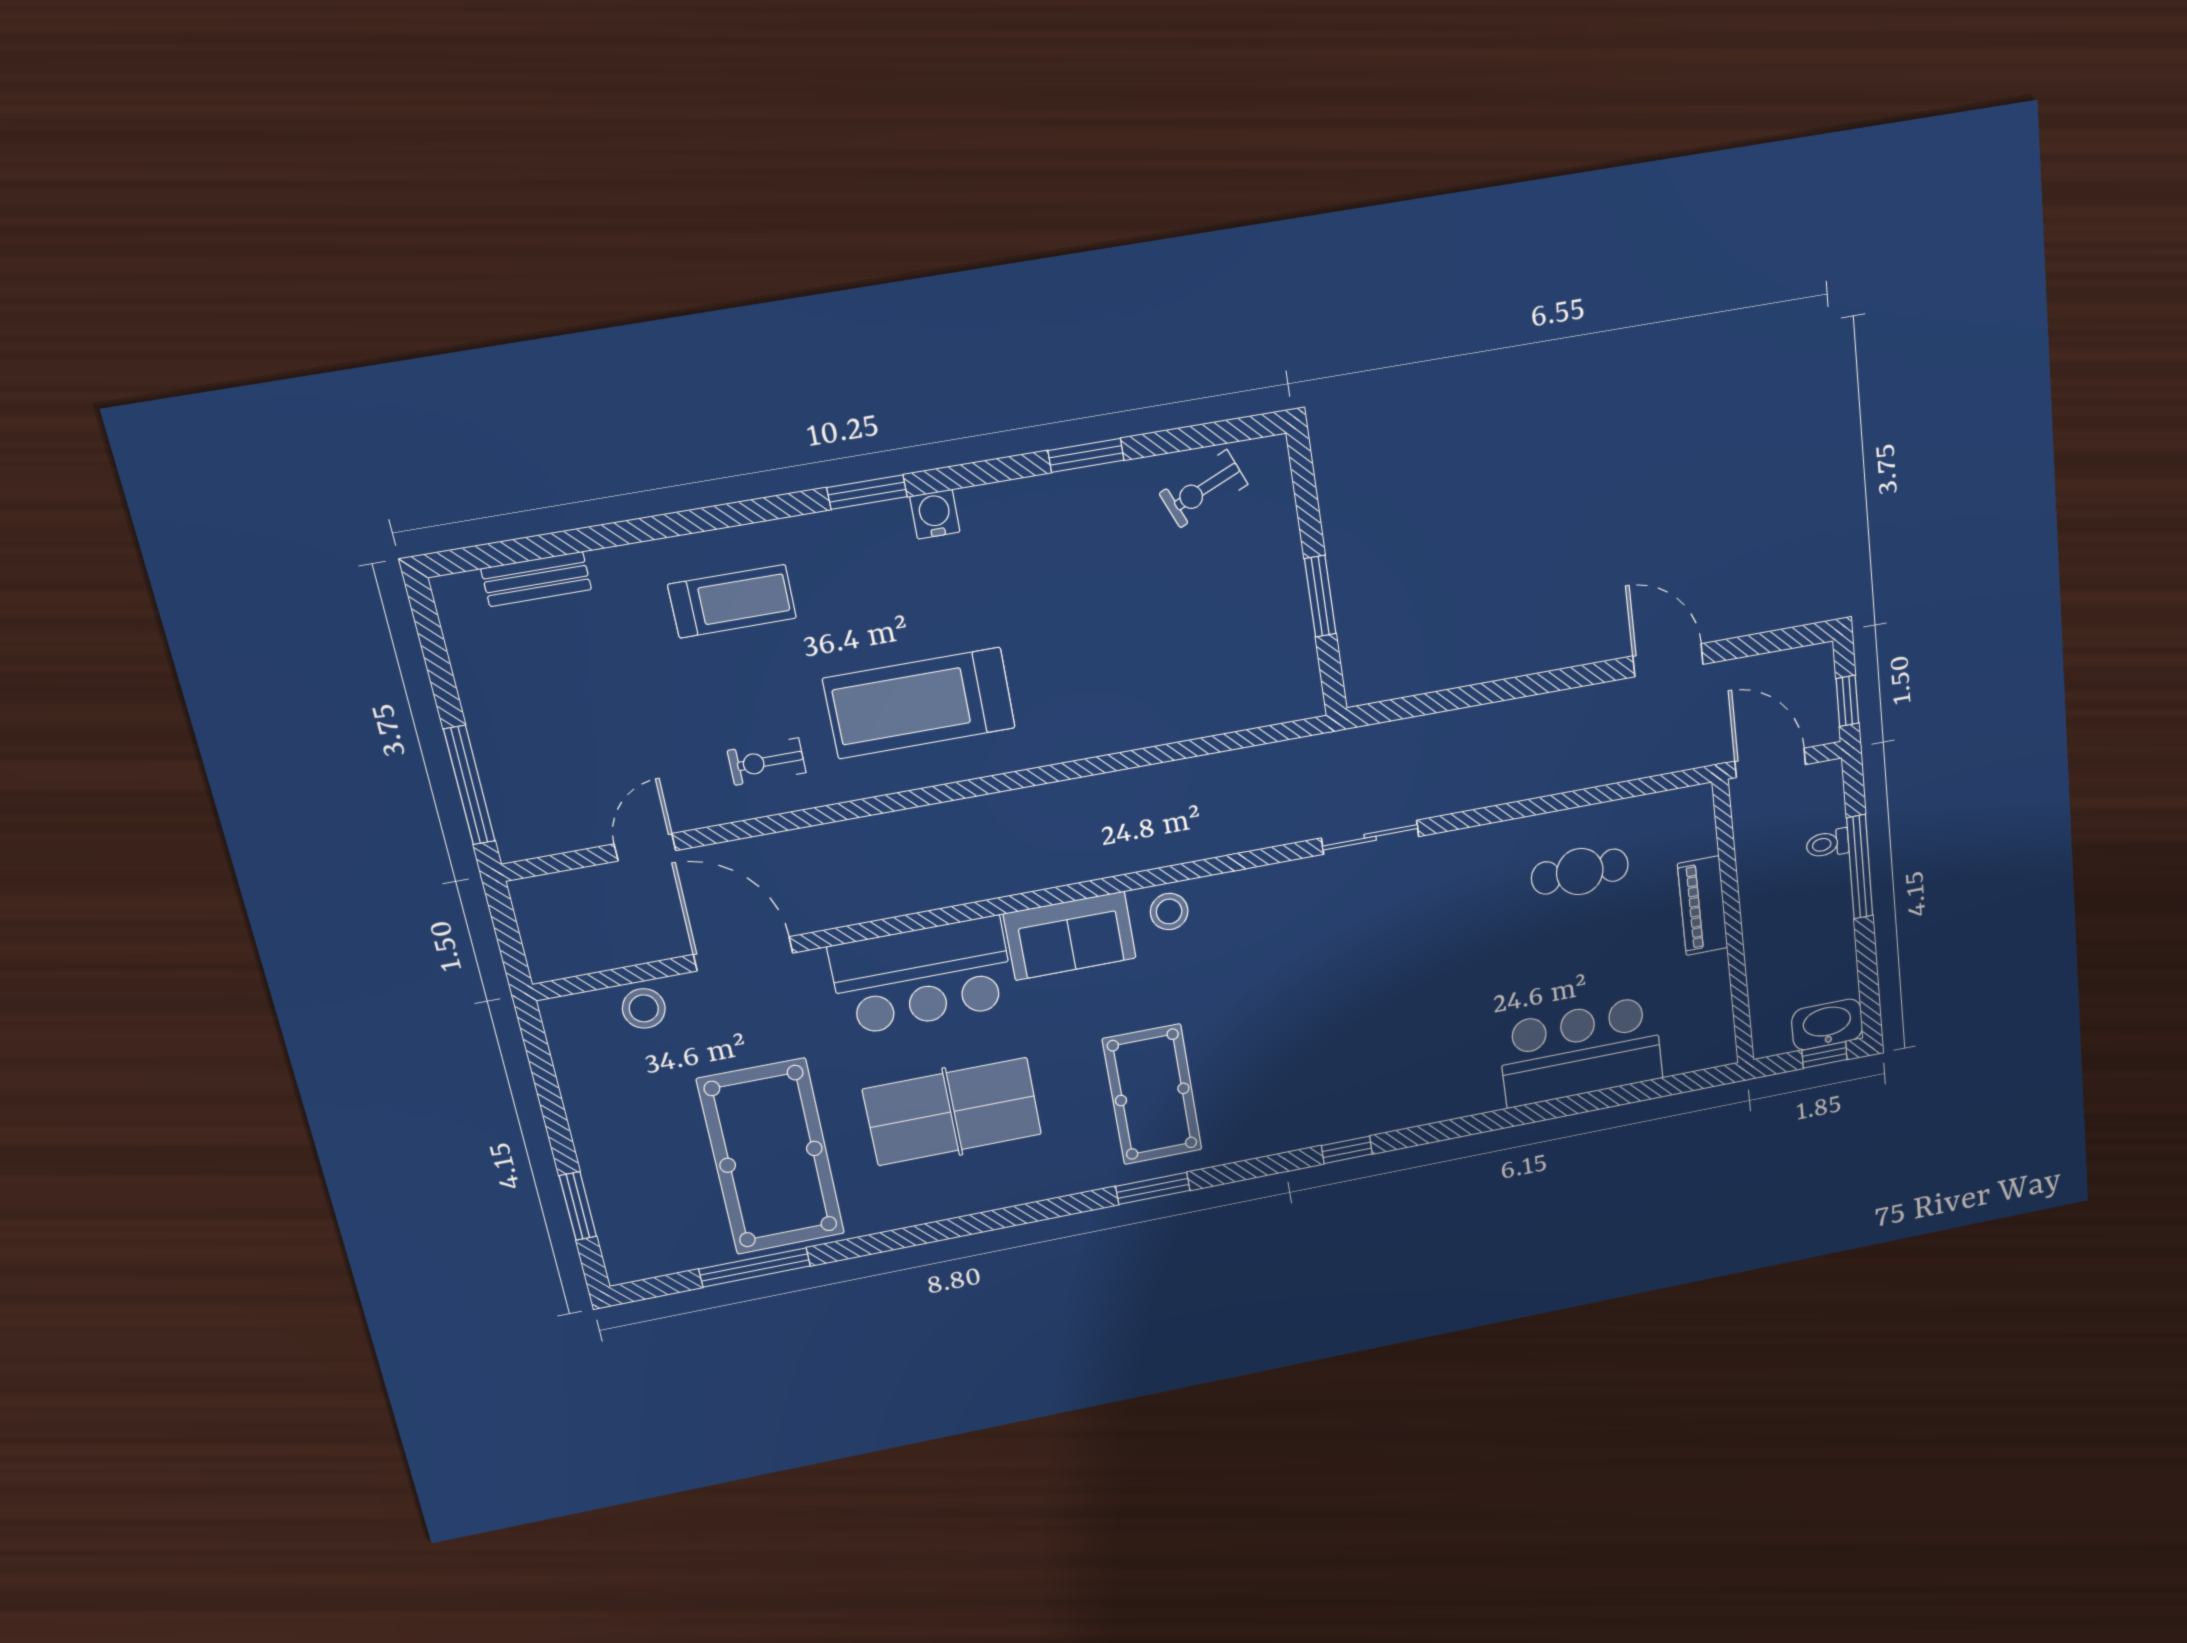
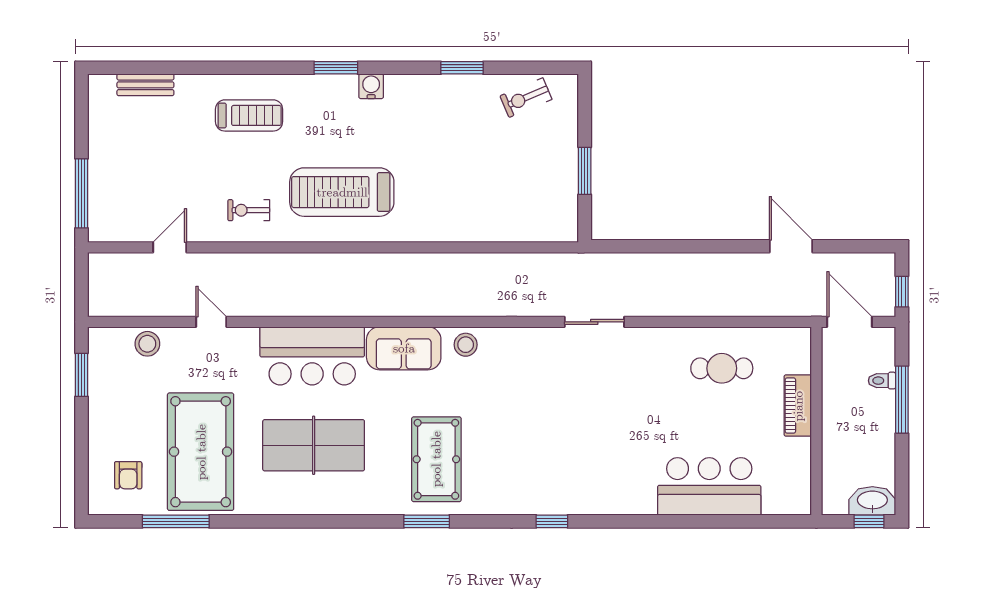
door: (743, 954) -> (211, 322), width x0.53
window: (578, 1206) -> (82, 375), moved
armchair: (661, 1215) -> (128, 475), added

